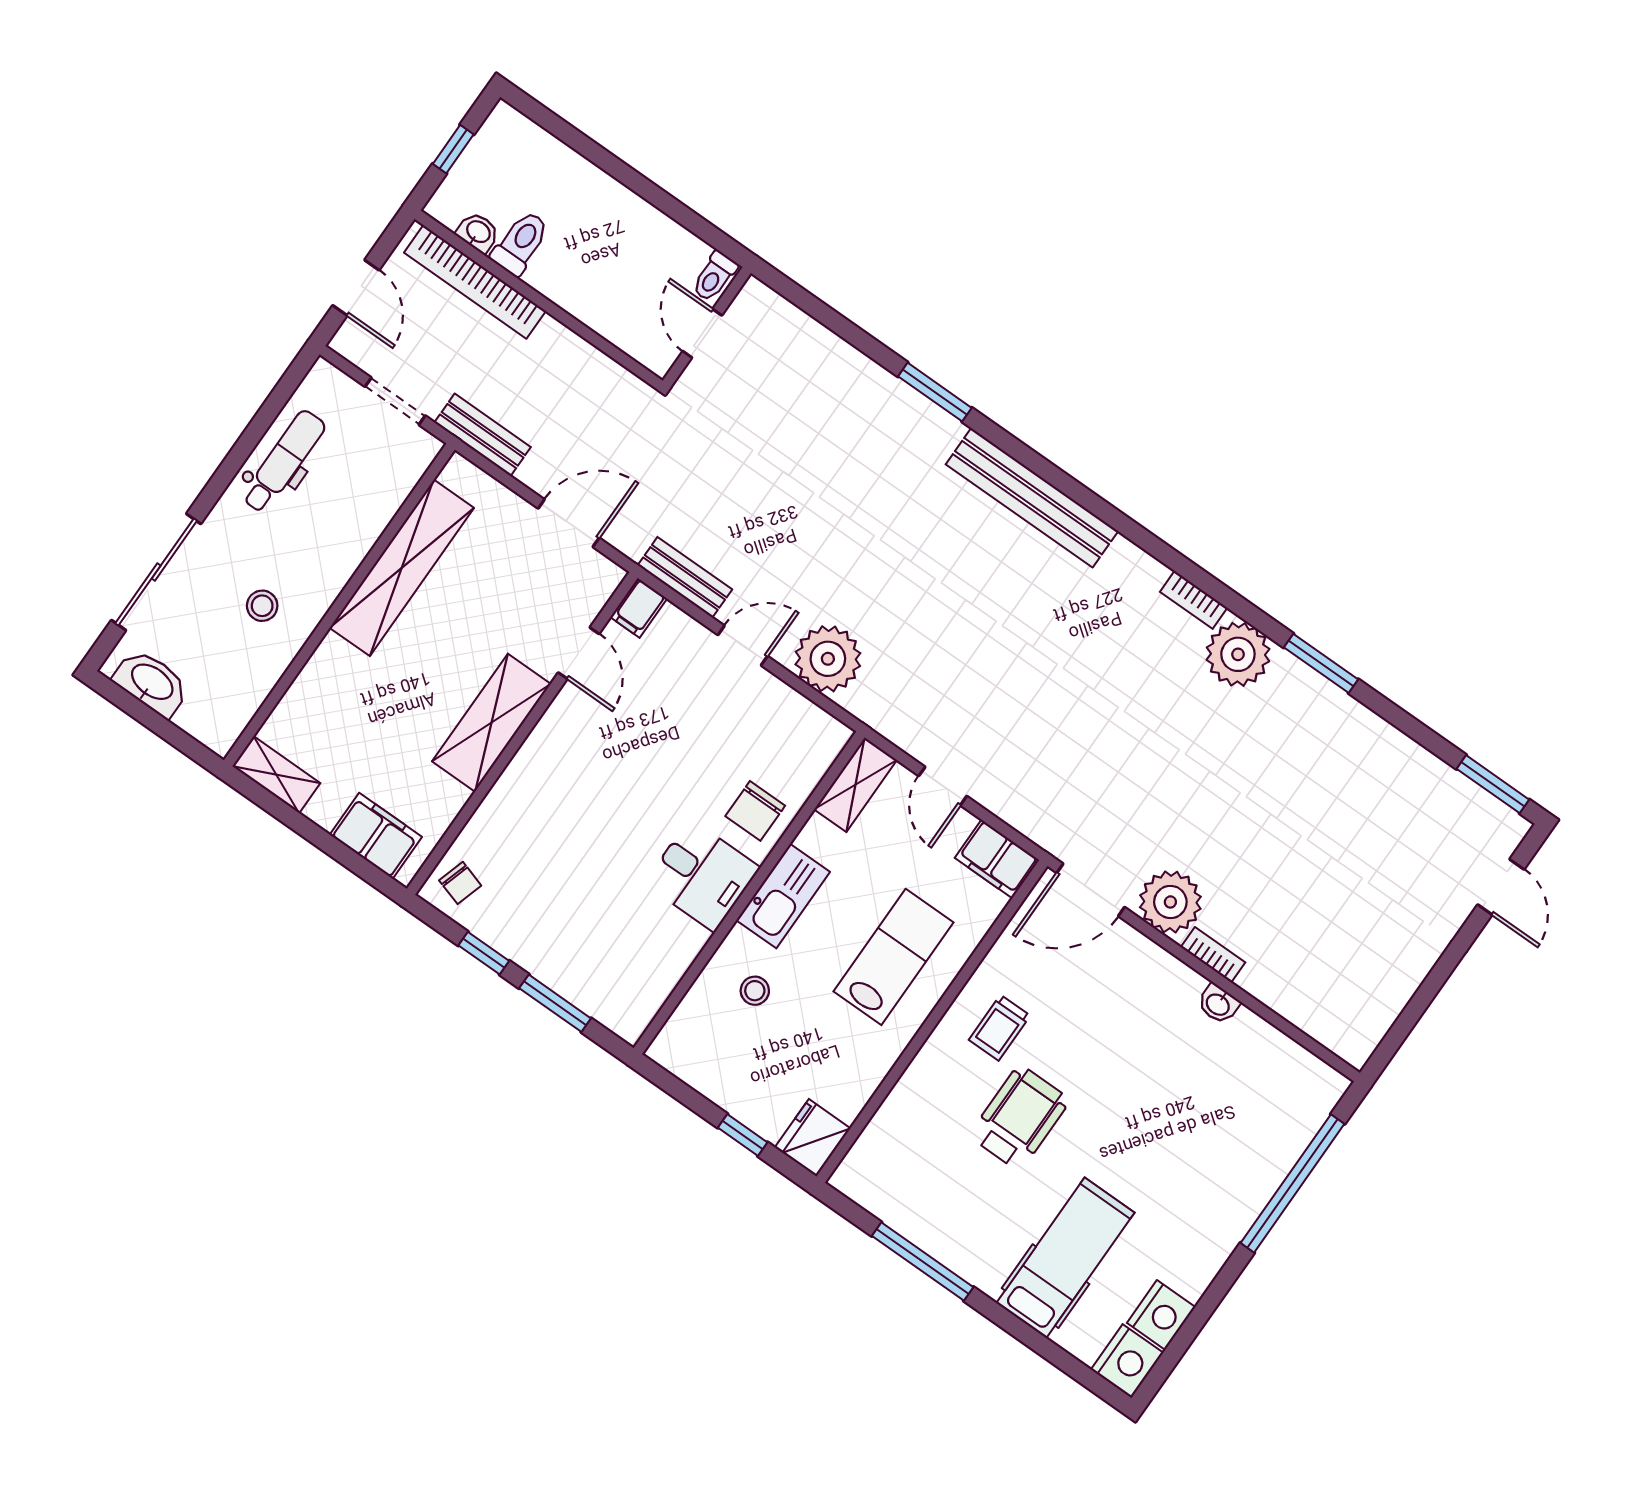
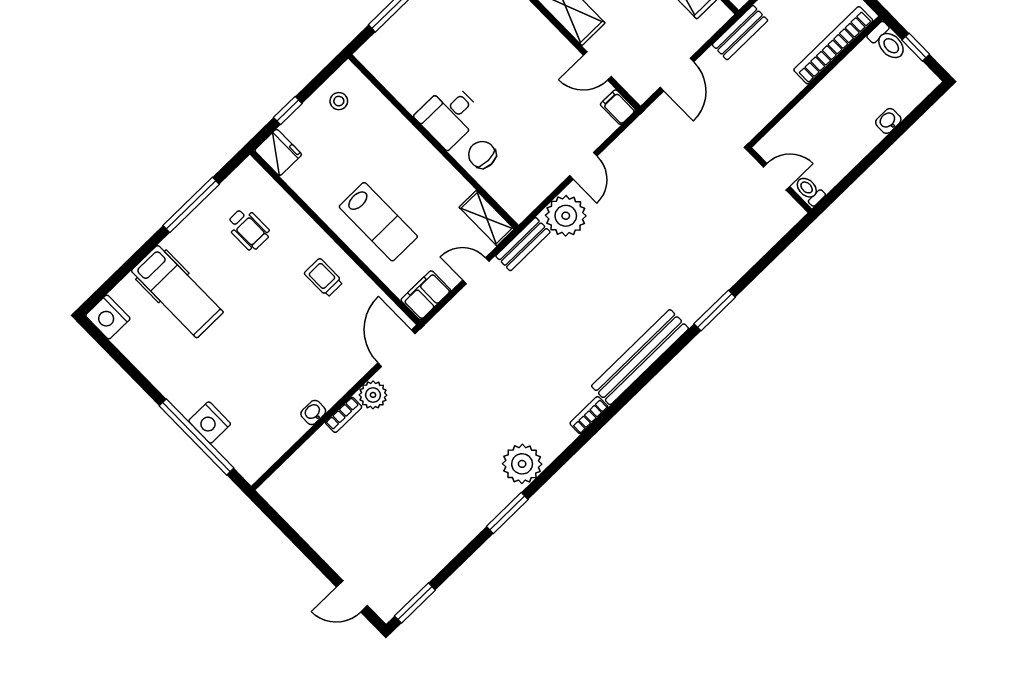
washbasin: (478, 232) -> (888, 121), moved, turned 180
toilet: (520, 243) -> (888, 42), moved
bench: (685, 577) -> (523, 244), moved
bookcase: (1194, 600) -> (589, 415), moved
kitchen sink: (783, 896) -> (428, 162), removed
plant: (1170, 902) -> (373, 395), width x0.73, depth x0.73
stool: (755, 991) -> (339, 101), moved
wheelchair: (1019, 1118) -> (248, 229), moved, width x0.73, depth x0.73
nightstand: (1161, 1315) -> (210, 422), moved

